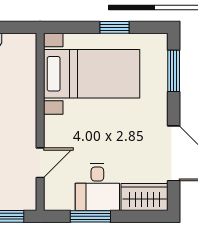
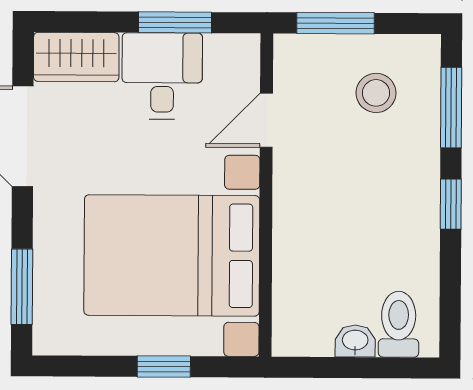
window: (114, 27) -> (164, 367), moved
bed with nightstands: (92, 74) -> (172, 255), width x1.36

